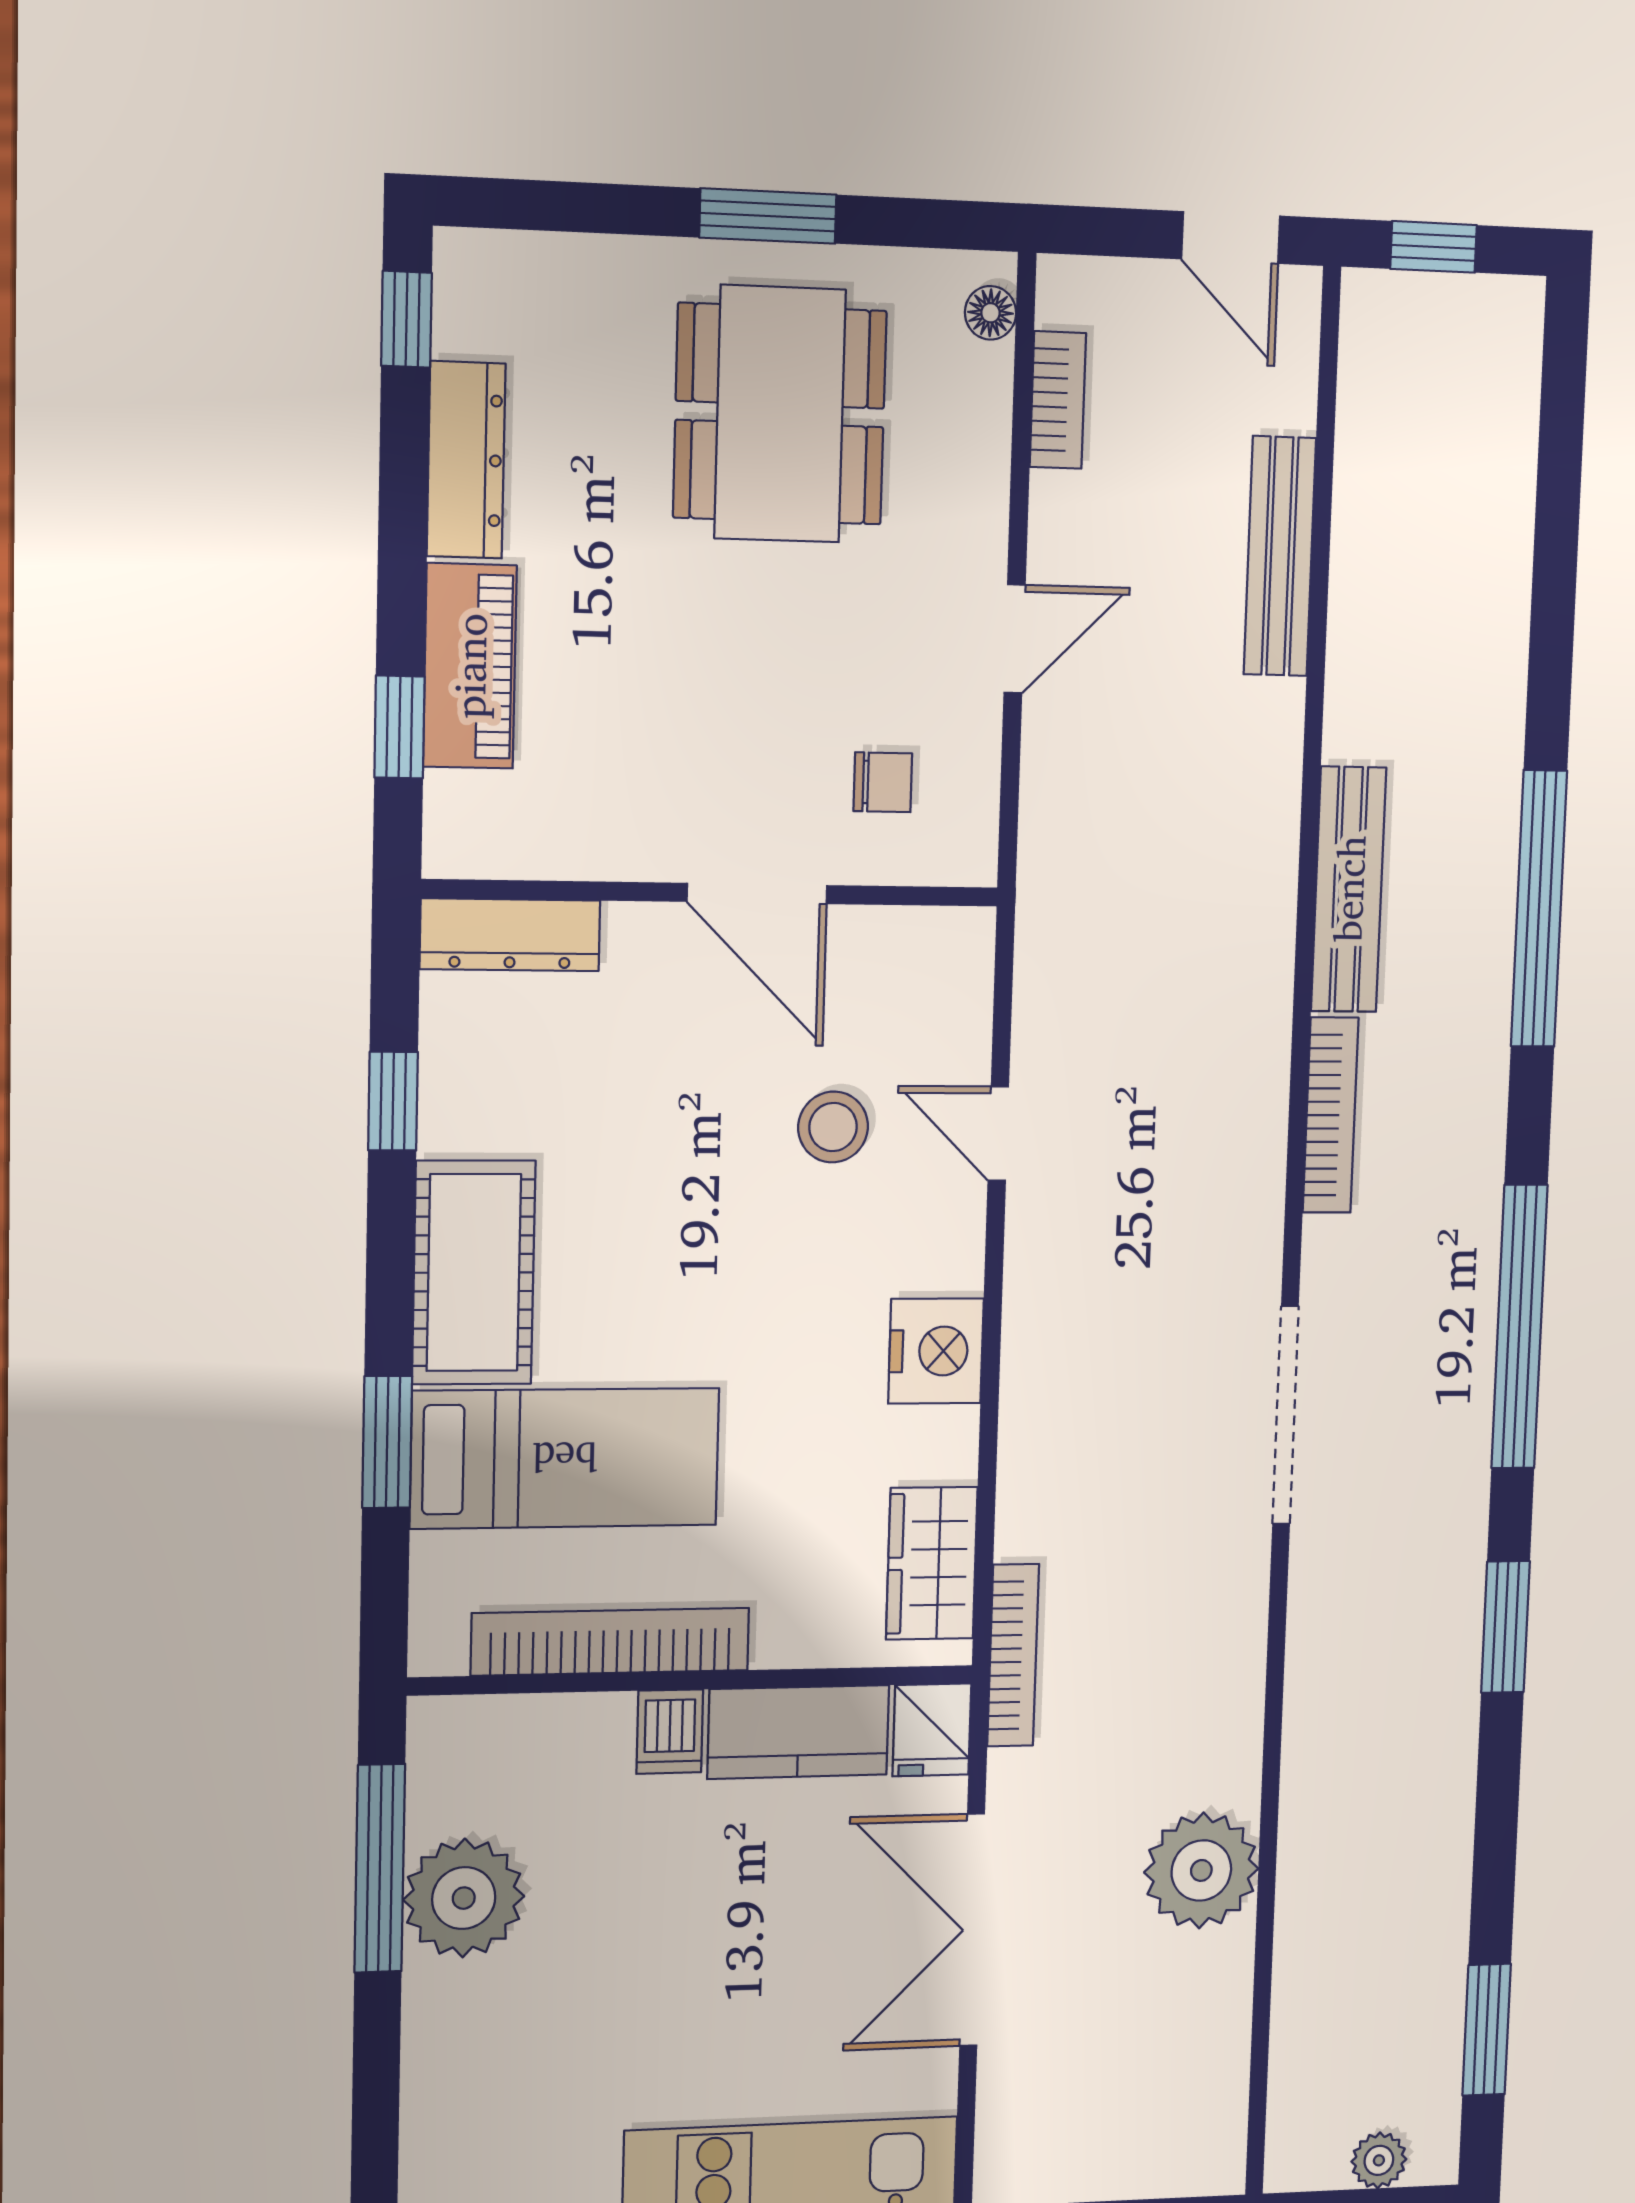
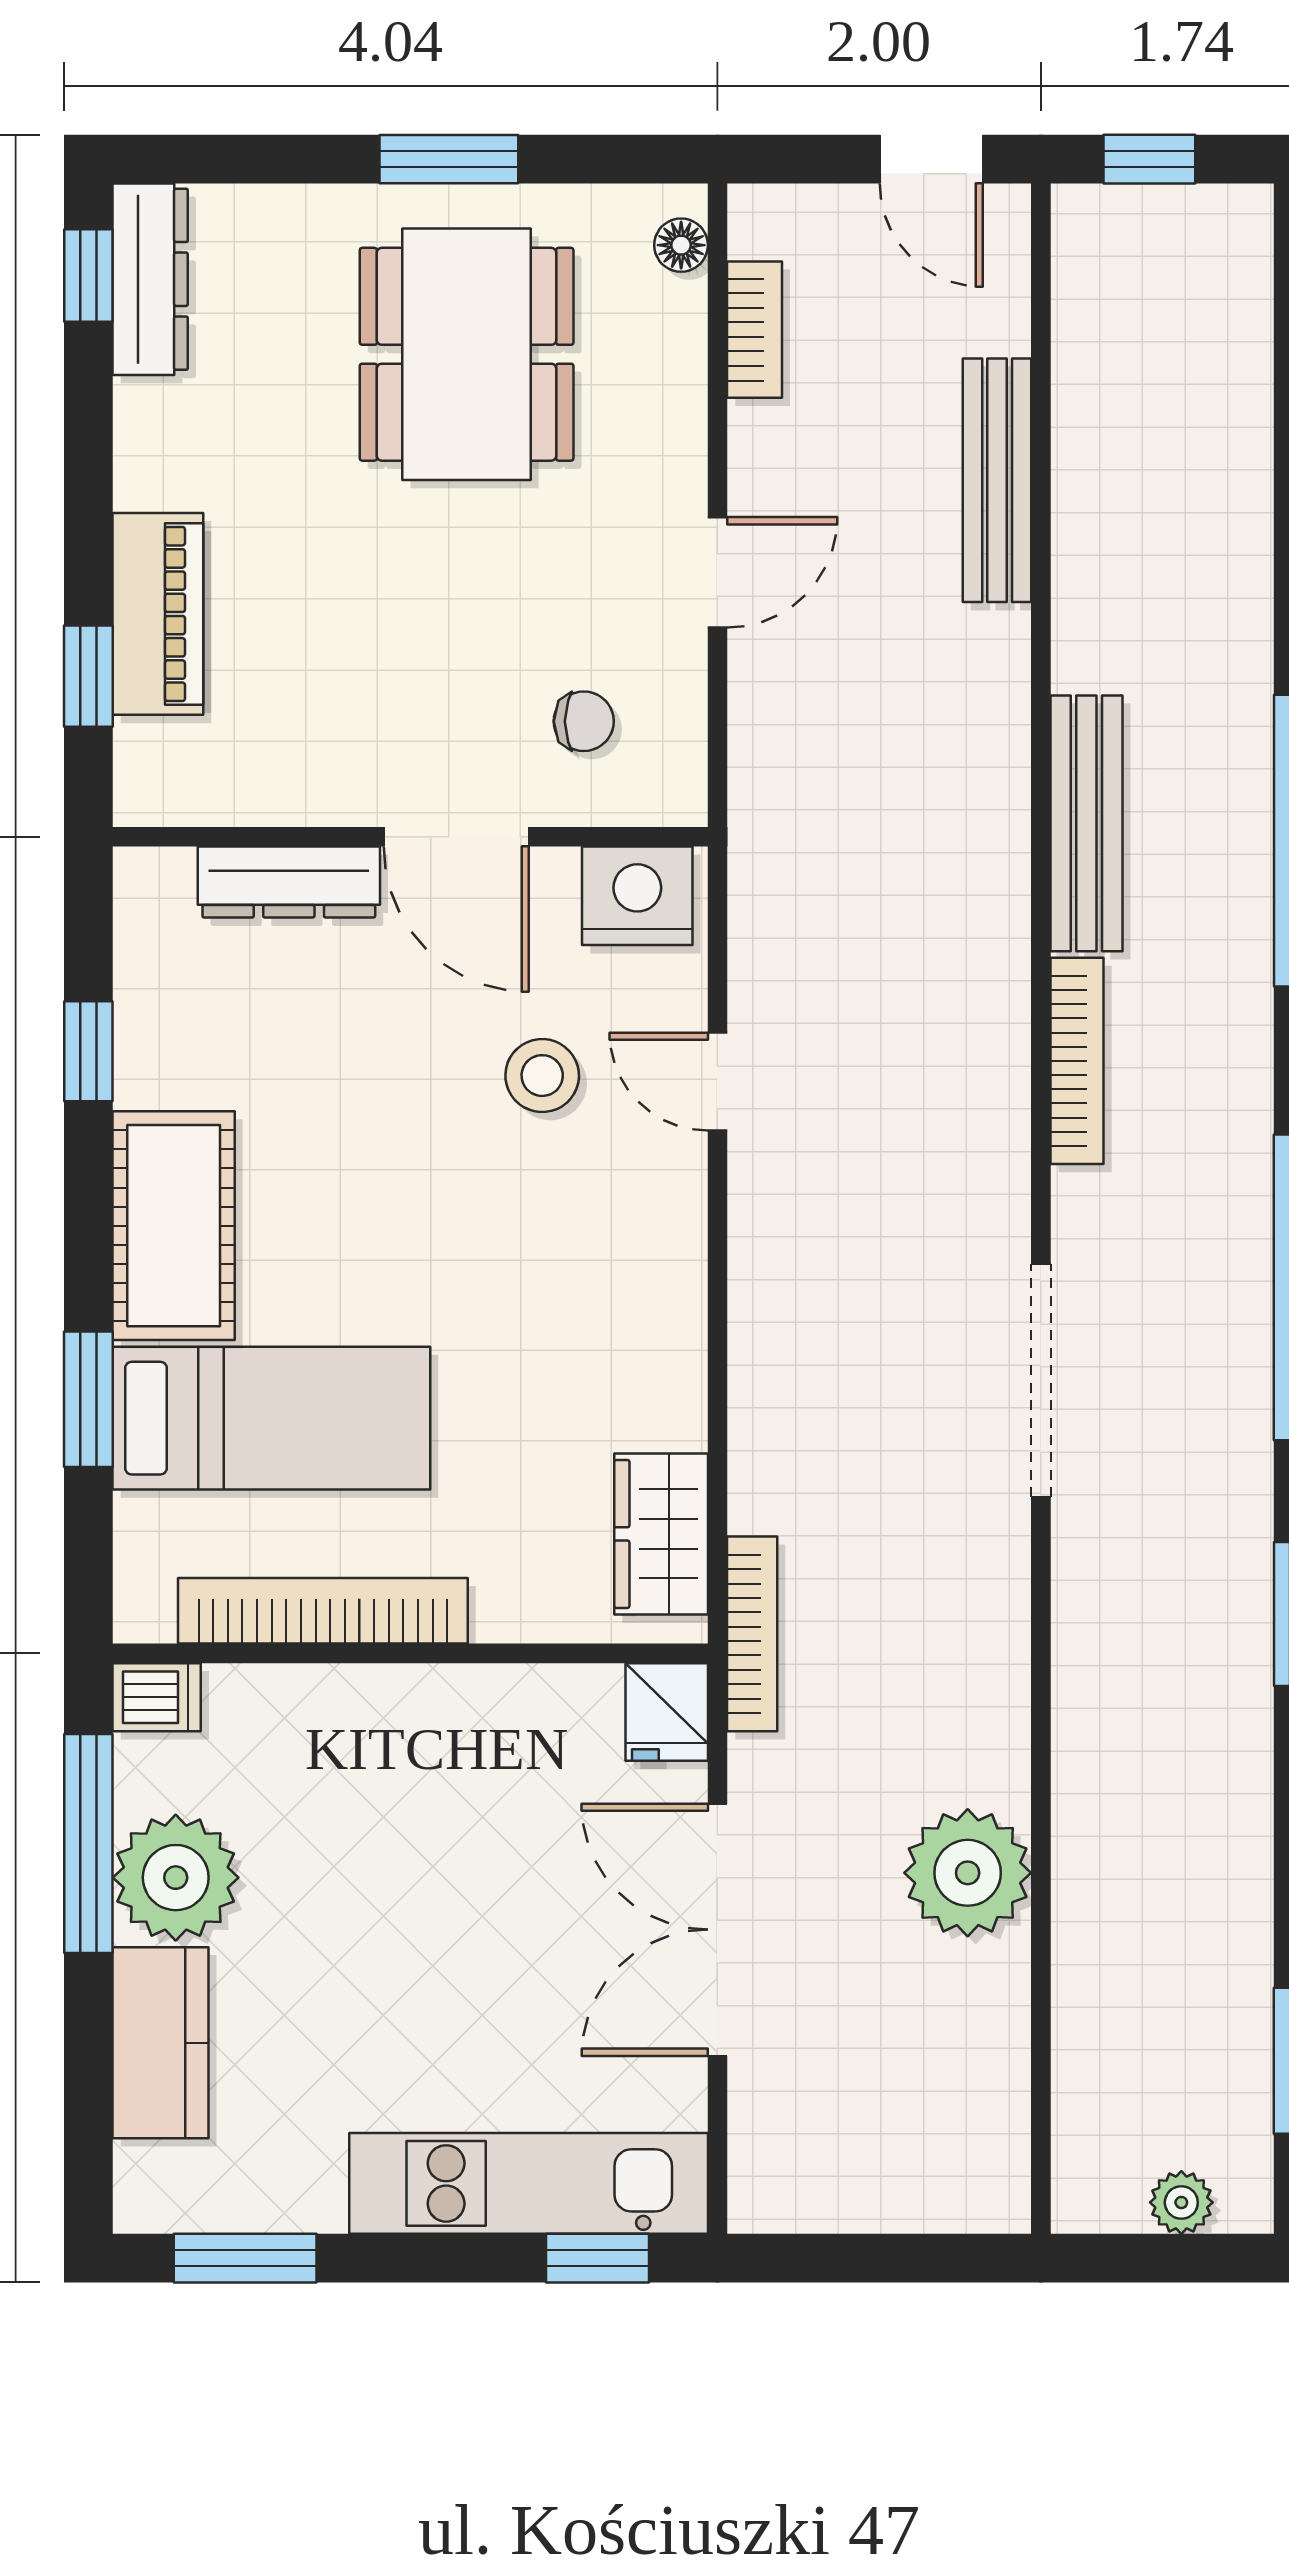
dresser: (466, 460) -> (150, 279), moved
dresser: (510, 935) -> (289, 882), moved
nightstand: (936, 1351) -> (637, 896), moved, turned -90
dishwasher: (670, 1732) -> (157, 1697), moved, turned -90
kitchen counter: (798, 1732) -> (160, 2043), moved, turned -90

